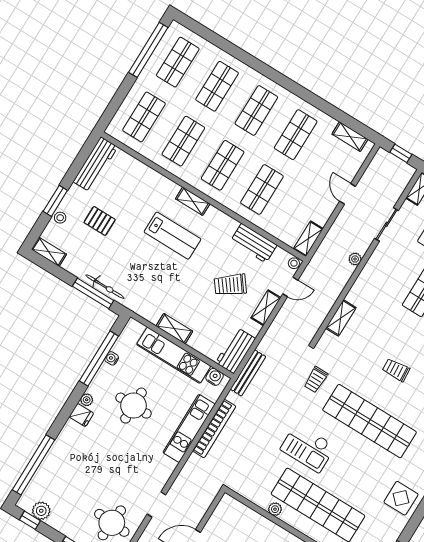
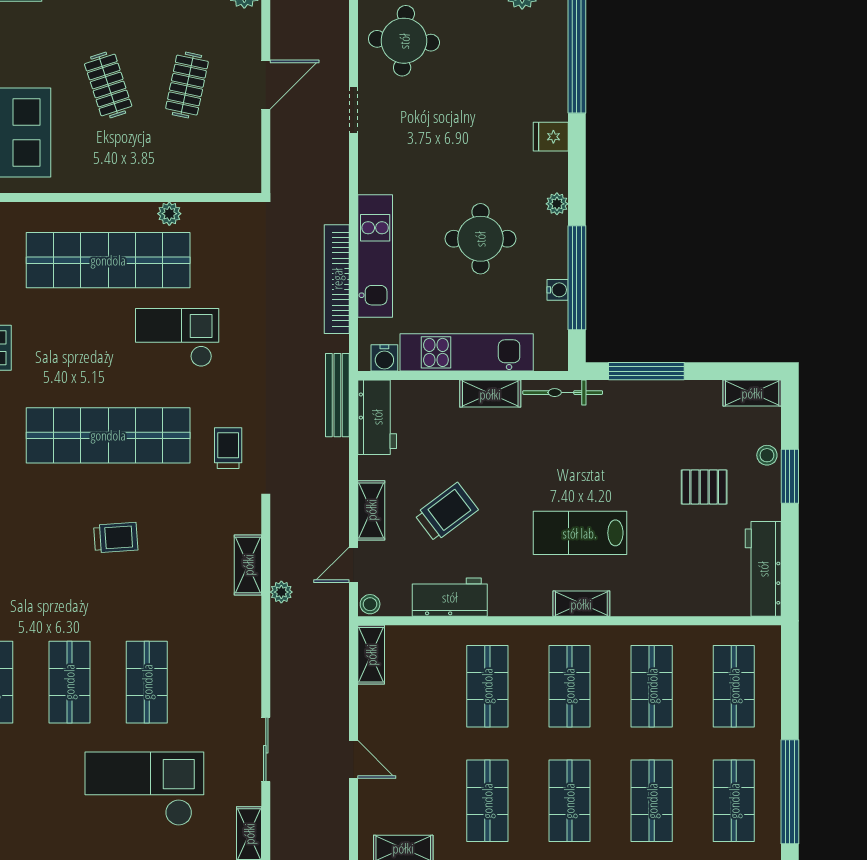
plant: (355, 259) -> (281, 592), moved
bicycle: (105, 287) -> (563, 393), moved
fridge: (81, 415) -> (551, 137), moved

